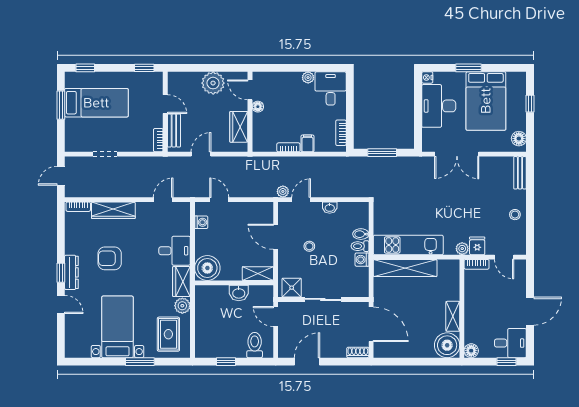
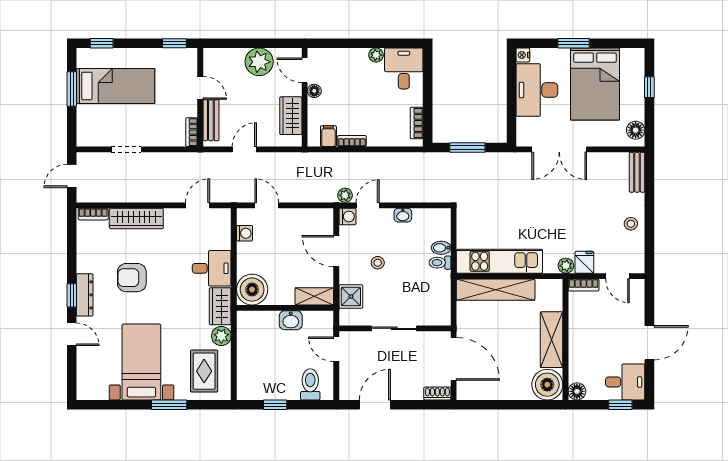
filing cabinet: (308, 143) -> (328, 136), moved
washing machine: (362, 260) -> (347, 216), moved, turned 180
shower: (292, 288) -> (351, 296), moved
shelving: (453, 316) -> (552, 340), width x1.50, depth x1.33

